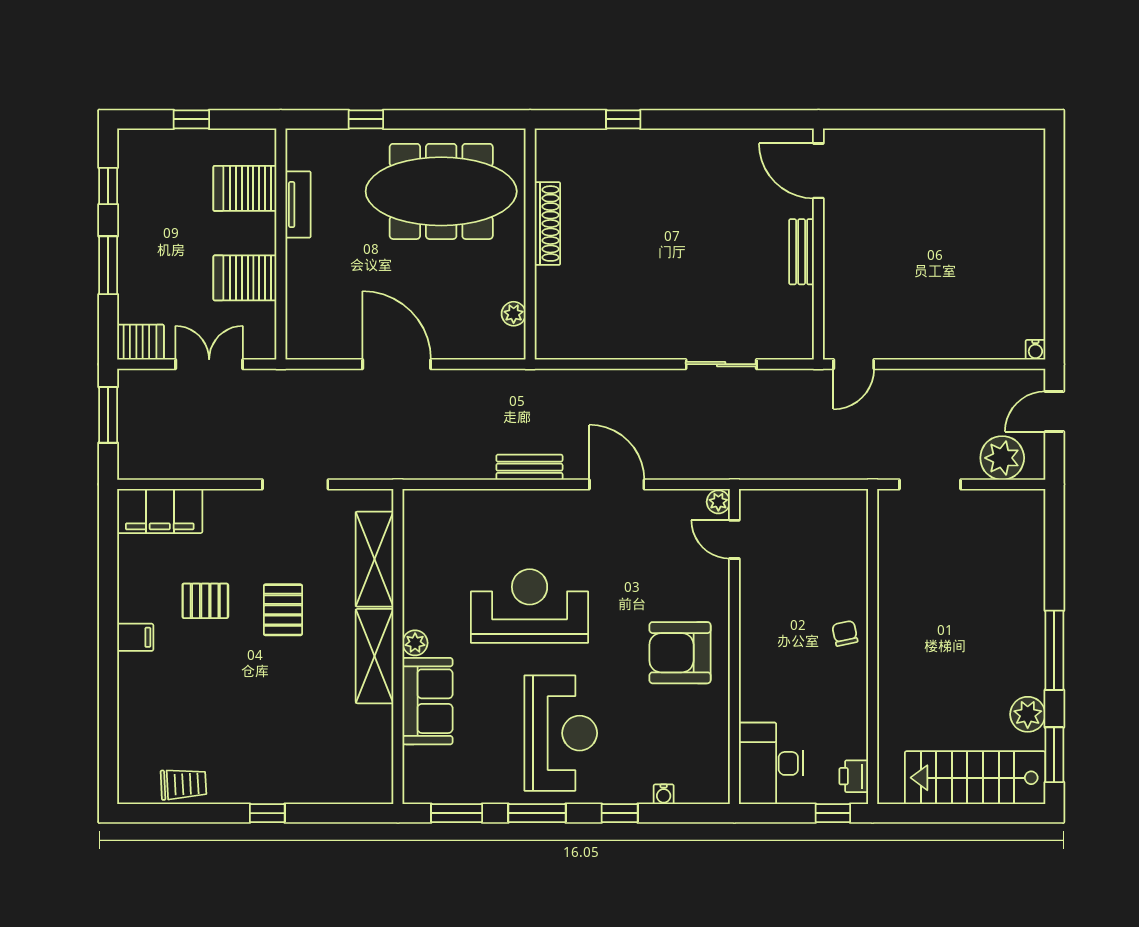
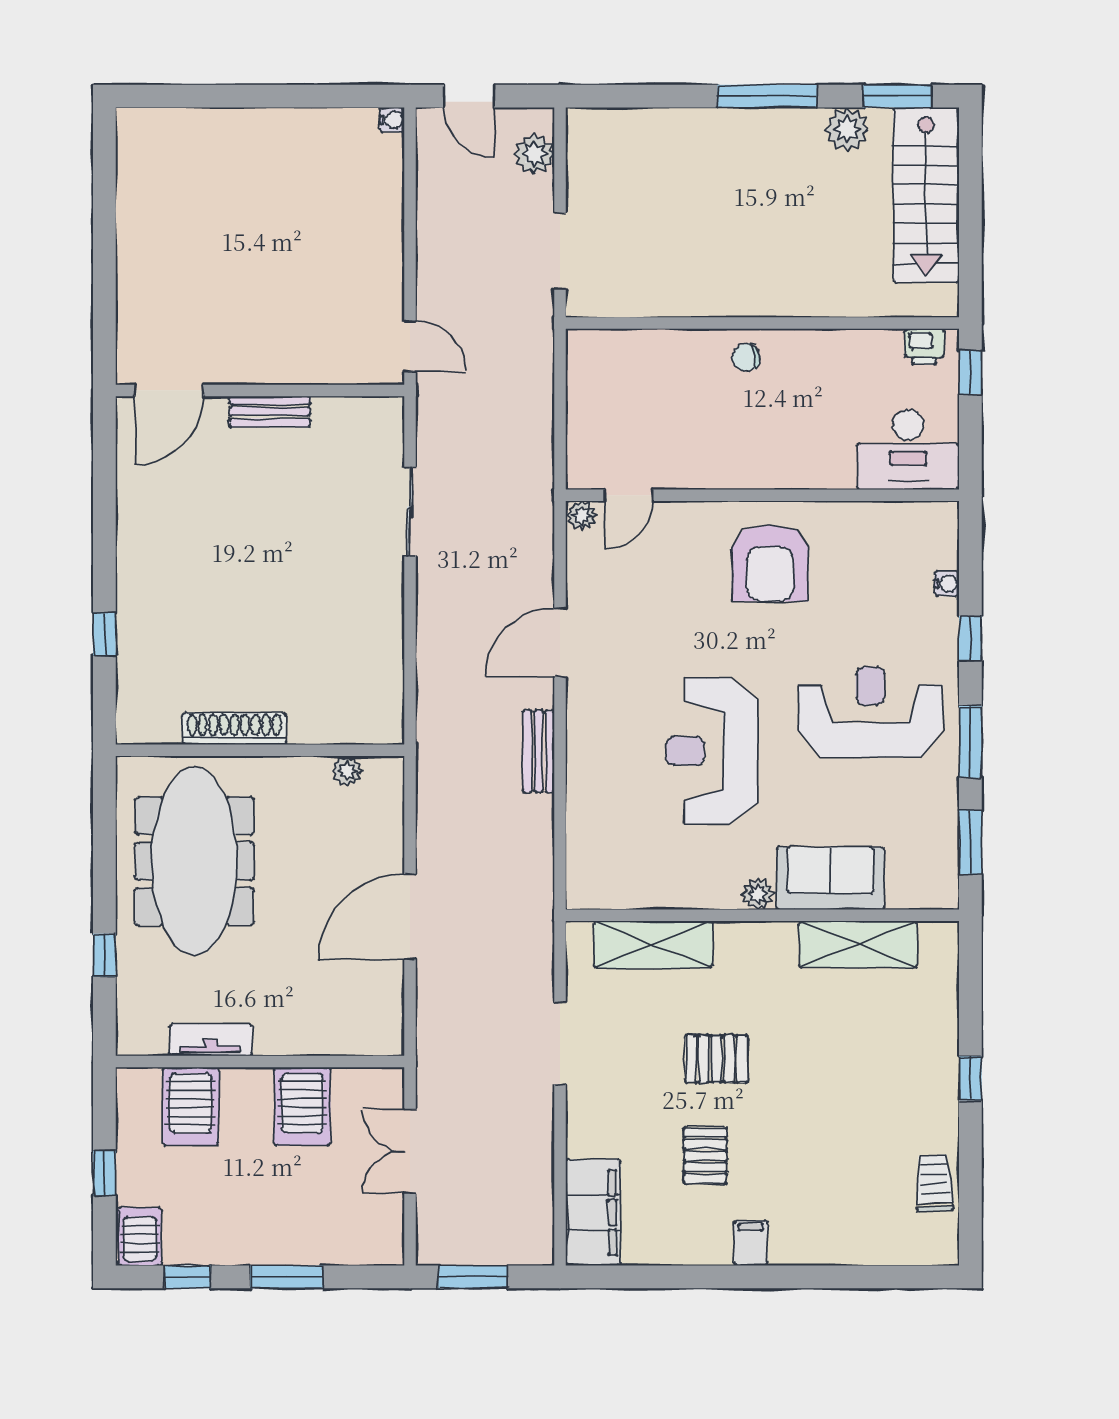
server rack: (140, 342) -> (140, 1237), moved
plant: (1002, 458) -> (534, 154), width x0.73, depth x0.73
shelving: (375, 656) -> (858, 944), moved

